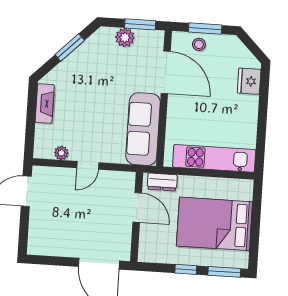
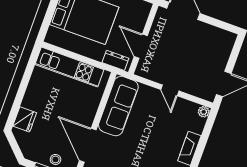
plant: (61, 153) -> (204, 112), moved
door: (88, 165) -> (170, 90), swing flipped

